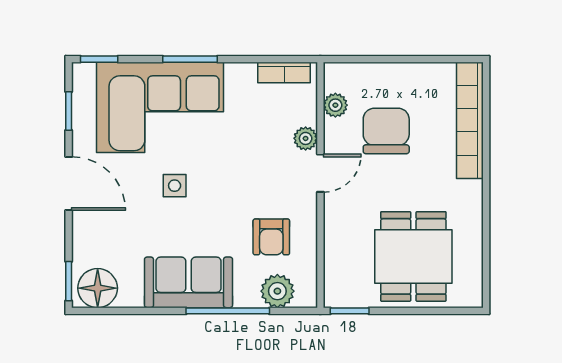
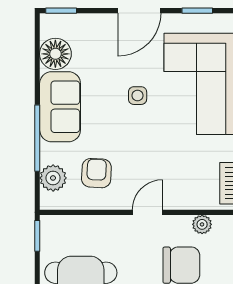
plant: (306, 138) -> (175, 201), removed
door: (320, 173) -> (148, 212), swing flipped
armchair: (271, 237) -> (96, 173), turned 93
floor lamp: (98, 288) -> (55, 54), moved

